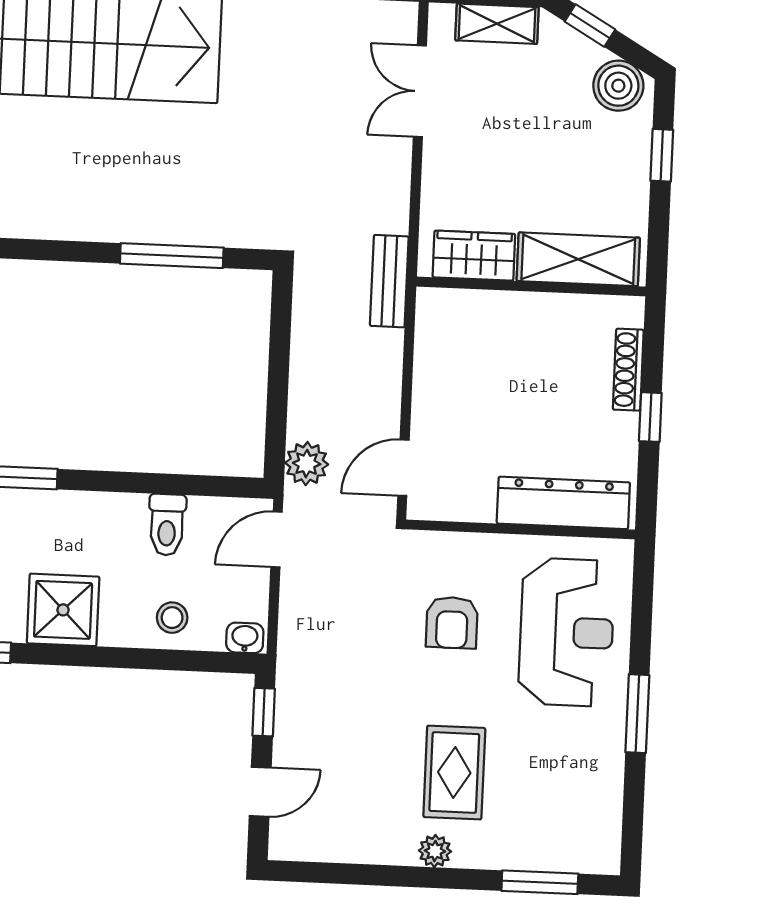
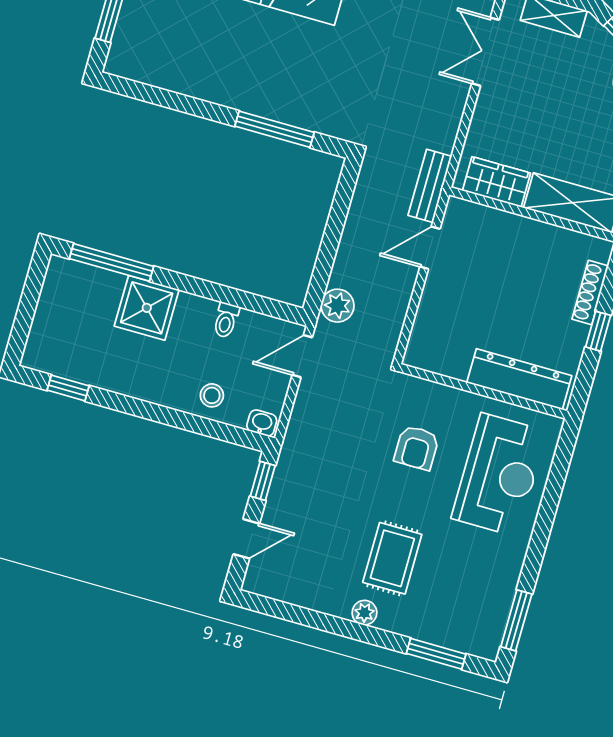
door: (403, 468) -> (430, 248), moved
toilet: (167, 525) -> (226, 320), width x0.73, depth x0.72
shower: (63, 610) -> (147, 308), moved
window: (637, 714) -> (516, 620), moved

